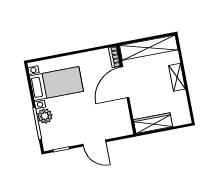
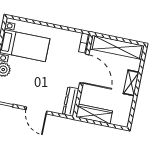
door: (125, 82) -> (84, 69), swing flipped
dresser: (125, 120) -> (71, 102), added

